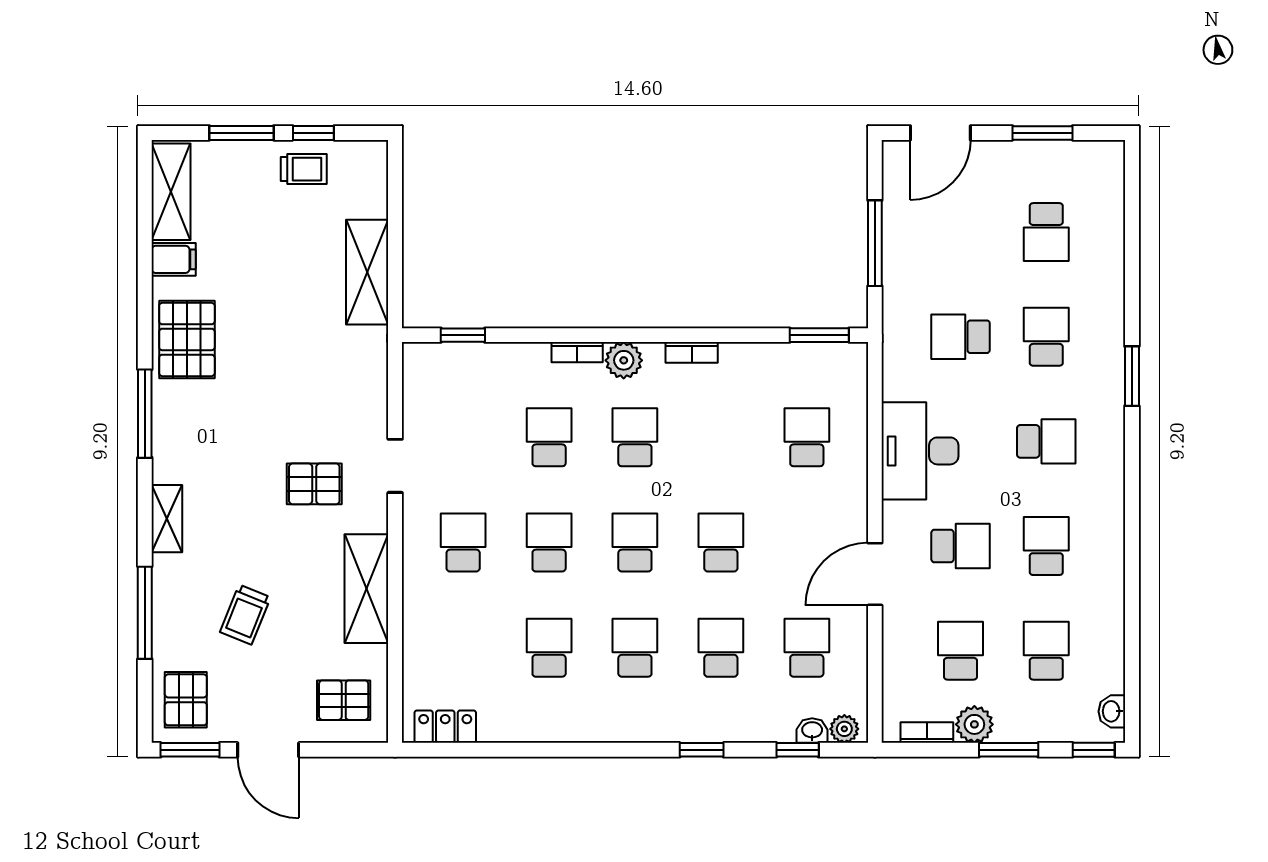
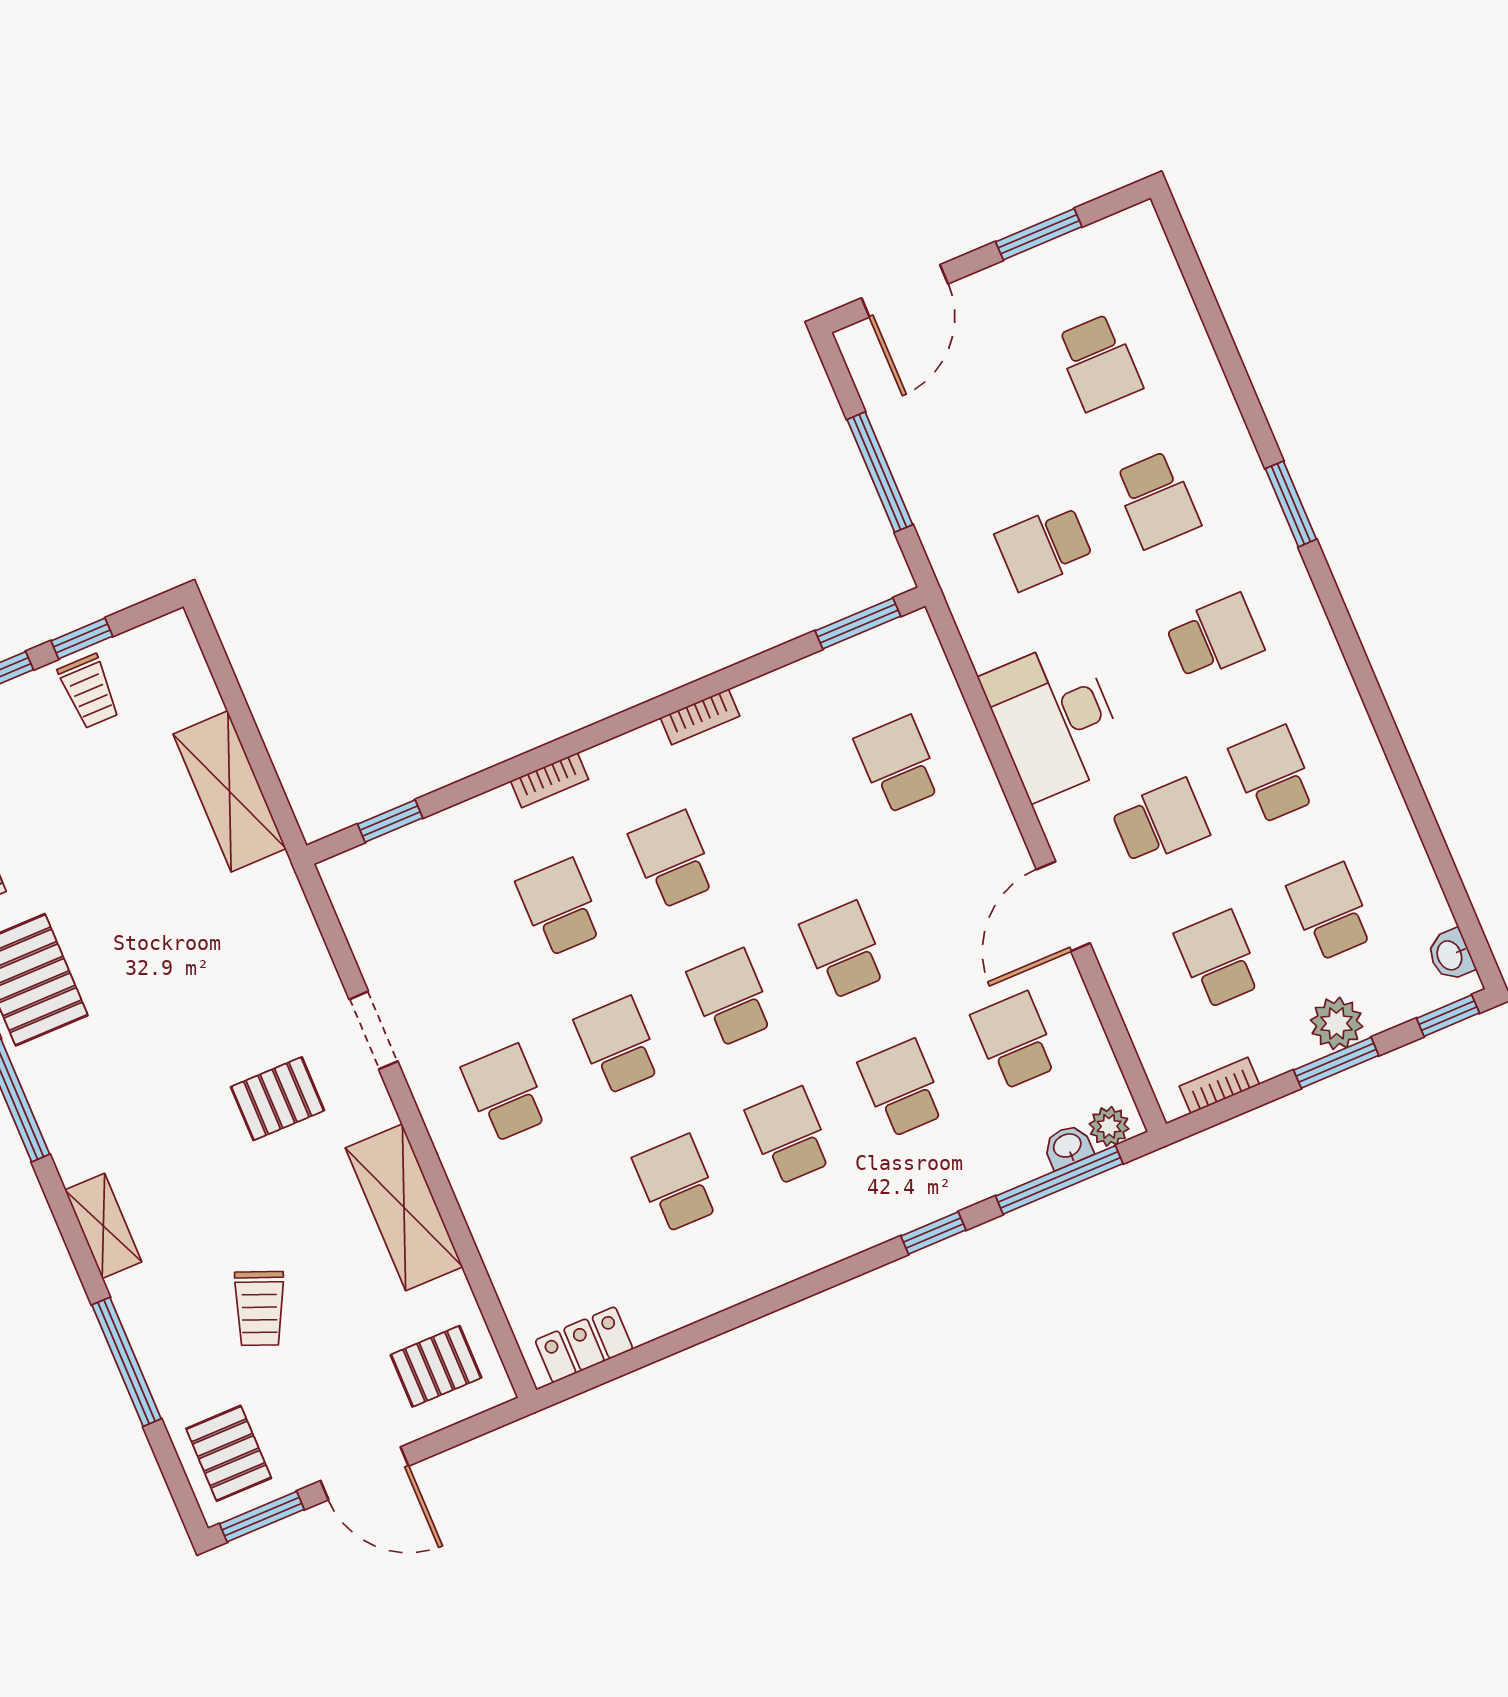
trolley: (304, 169) -> (89, 691), turned 90
school desk: (1046, 337) -> (1157, 500), turned 180
plant: (624, 360) -> (615, 765), removed
plant: (974, 724) -> (1337, 1023), moved
window: (798, 750) -> (1059, 1180), width x2.17

